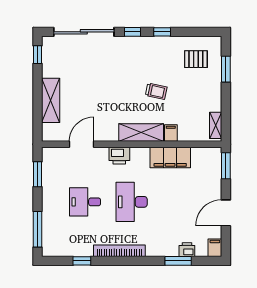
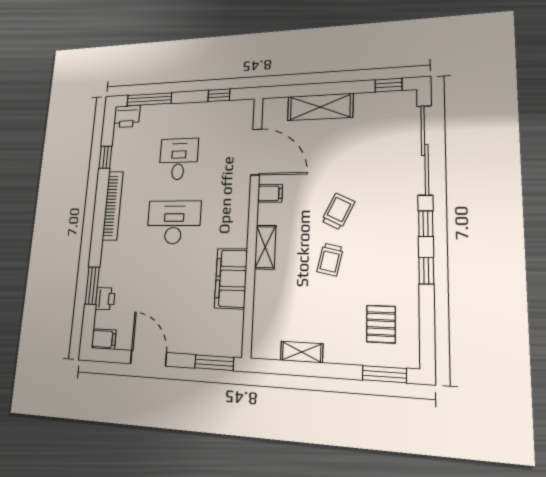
window: (226, 69) -> (384, 374), moved
trolley: (124, 87) -> (338, 211), added
shelving: (216, 125) -> (302, 352), moved
shelving: (141, 133) -> (265, 247), width x0.67, depth x0.75
filing cabinet: (171, 133) -> (270, 193), moved
door: (82, 144) -> (256, 152), width x1.36
printer: (119, 156) -> (127, 116), moved, turned -90
window: (37, 174) -> (219, 95), width x0.67

